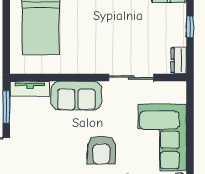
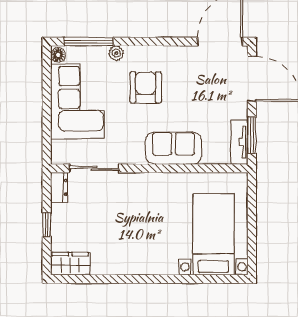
sliding door: (131, 77) -> (94, 168), moved
tv unit: (30, 89) -> (239, 142), moved, turned -90

